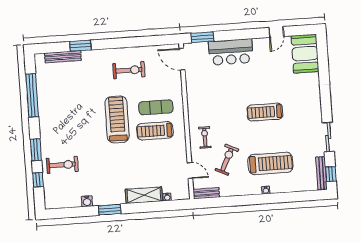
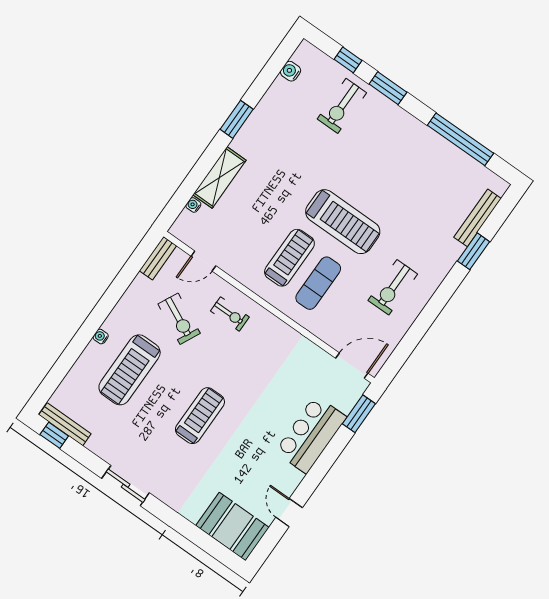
sliding door: (328, 137) -> (126, 486), moved
water cooler: (87, 201) -> (291, 71), moved

